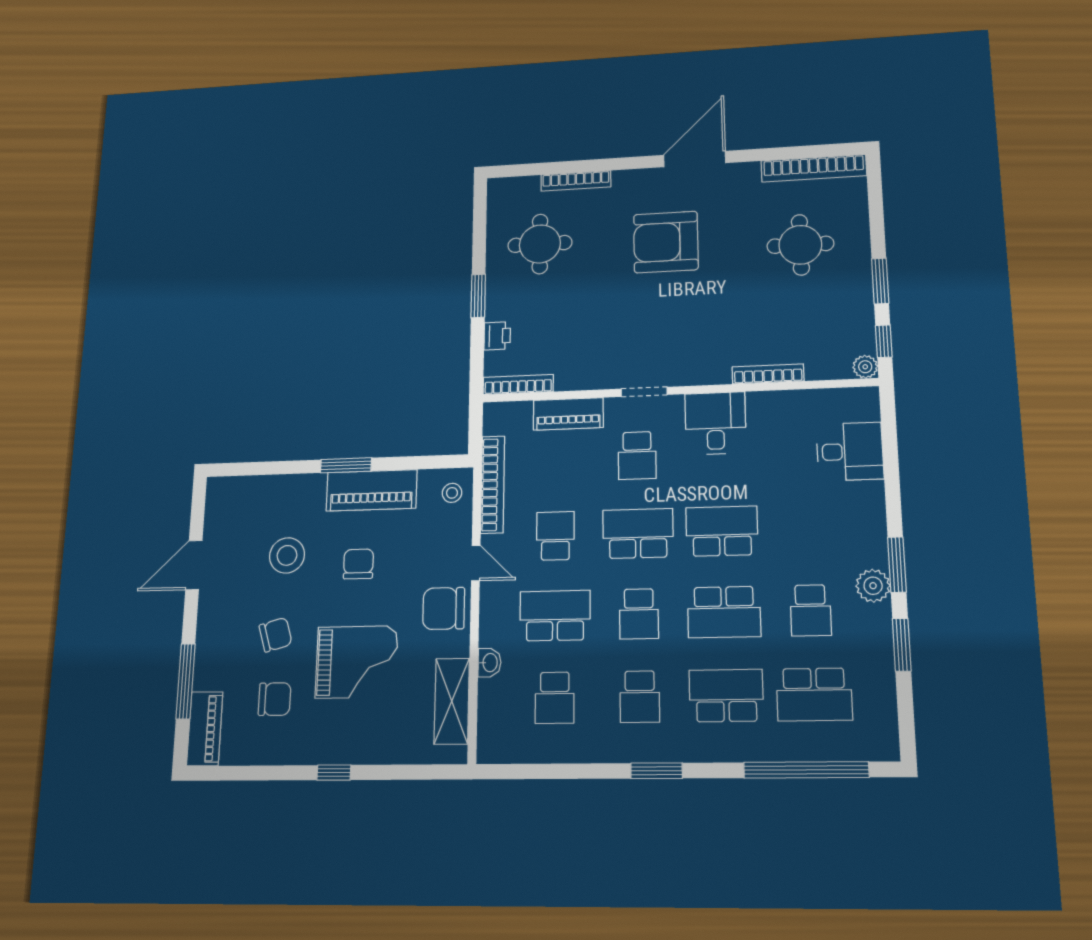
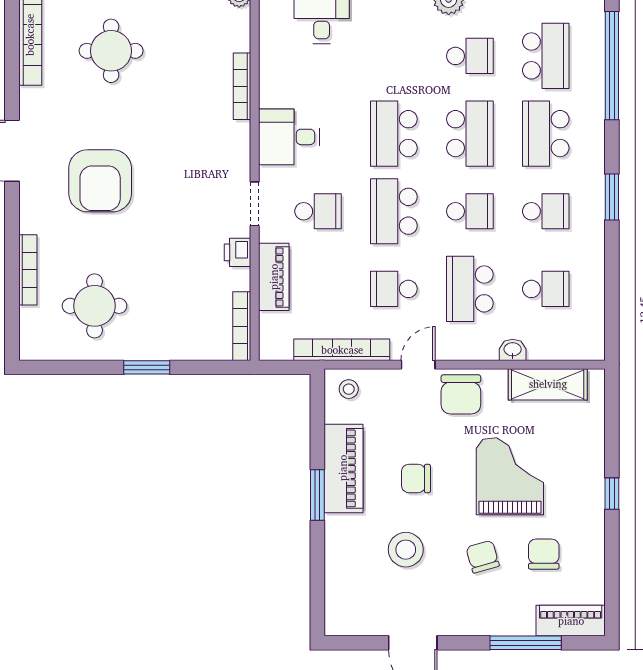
printer: (497, 336) -> (238, 252), moved, turned -90

